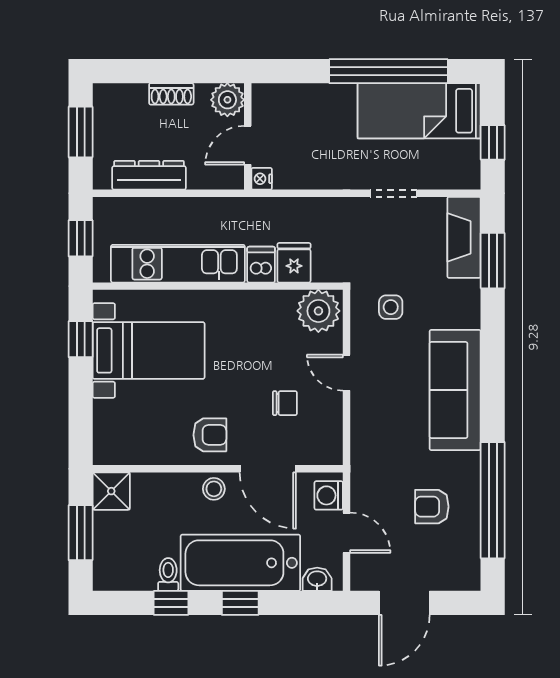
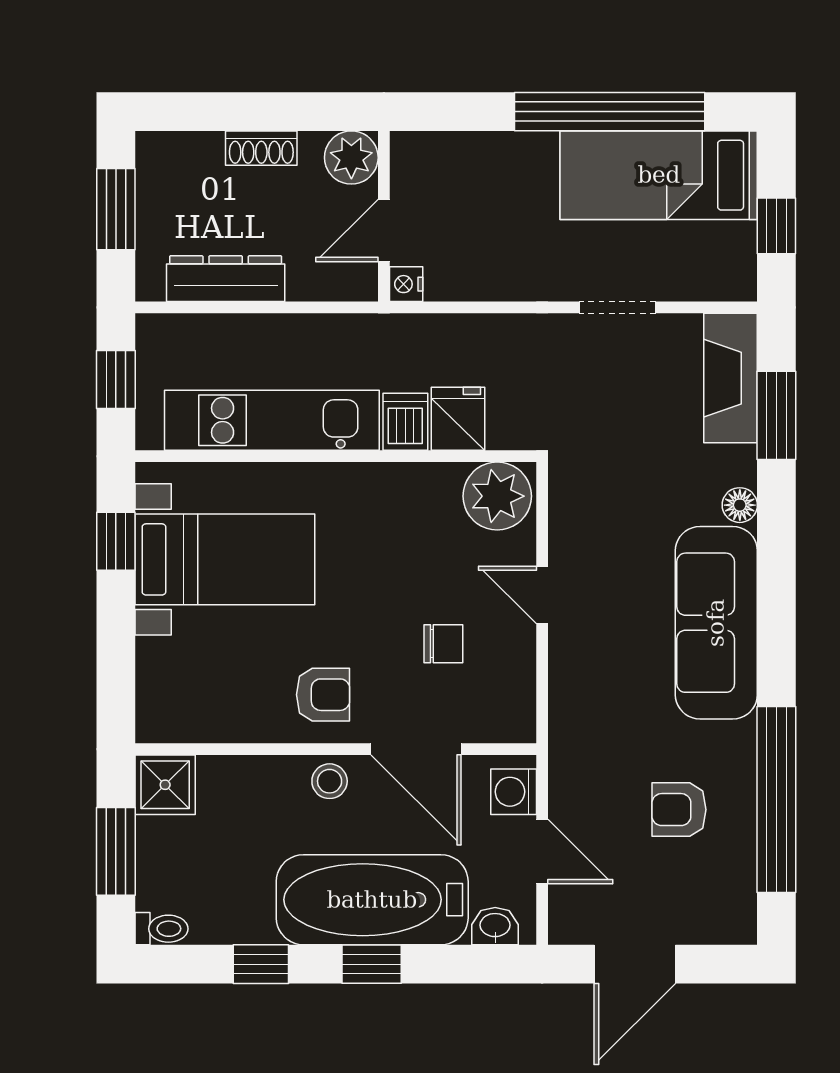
side table: (391, 307) -> (613, 490), removed
floor lamp: (470, 317) -> (740, 505), added
toilet: (168, 575) -> (162, 929), moved, turned 90

